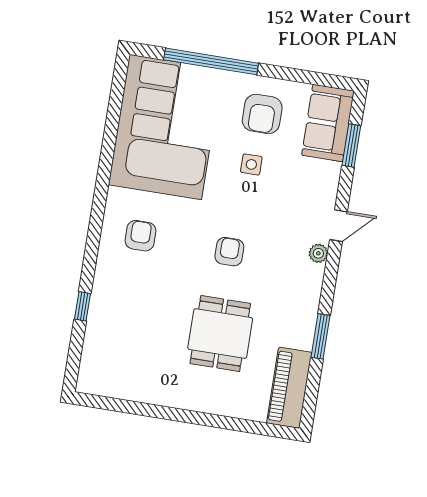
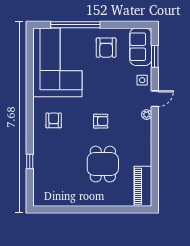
side table: (251, 164) -> (142, 80), moved
armchair: (229, 252) -> (101, 121), turned 90
window: (321, 336) -> (155, 157), removed

